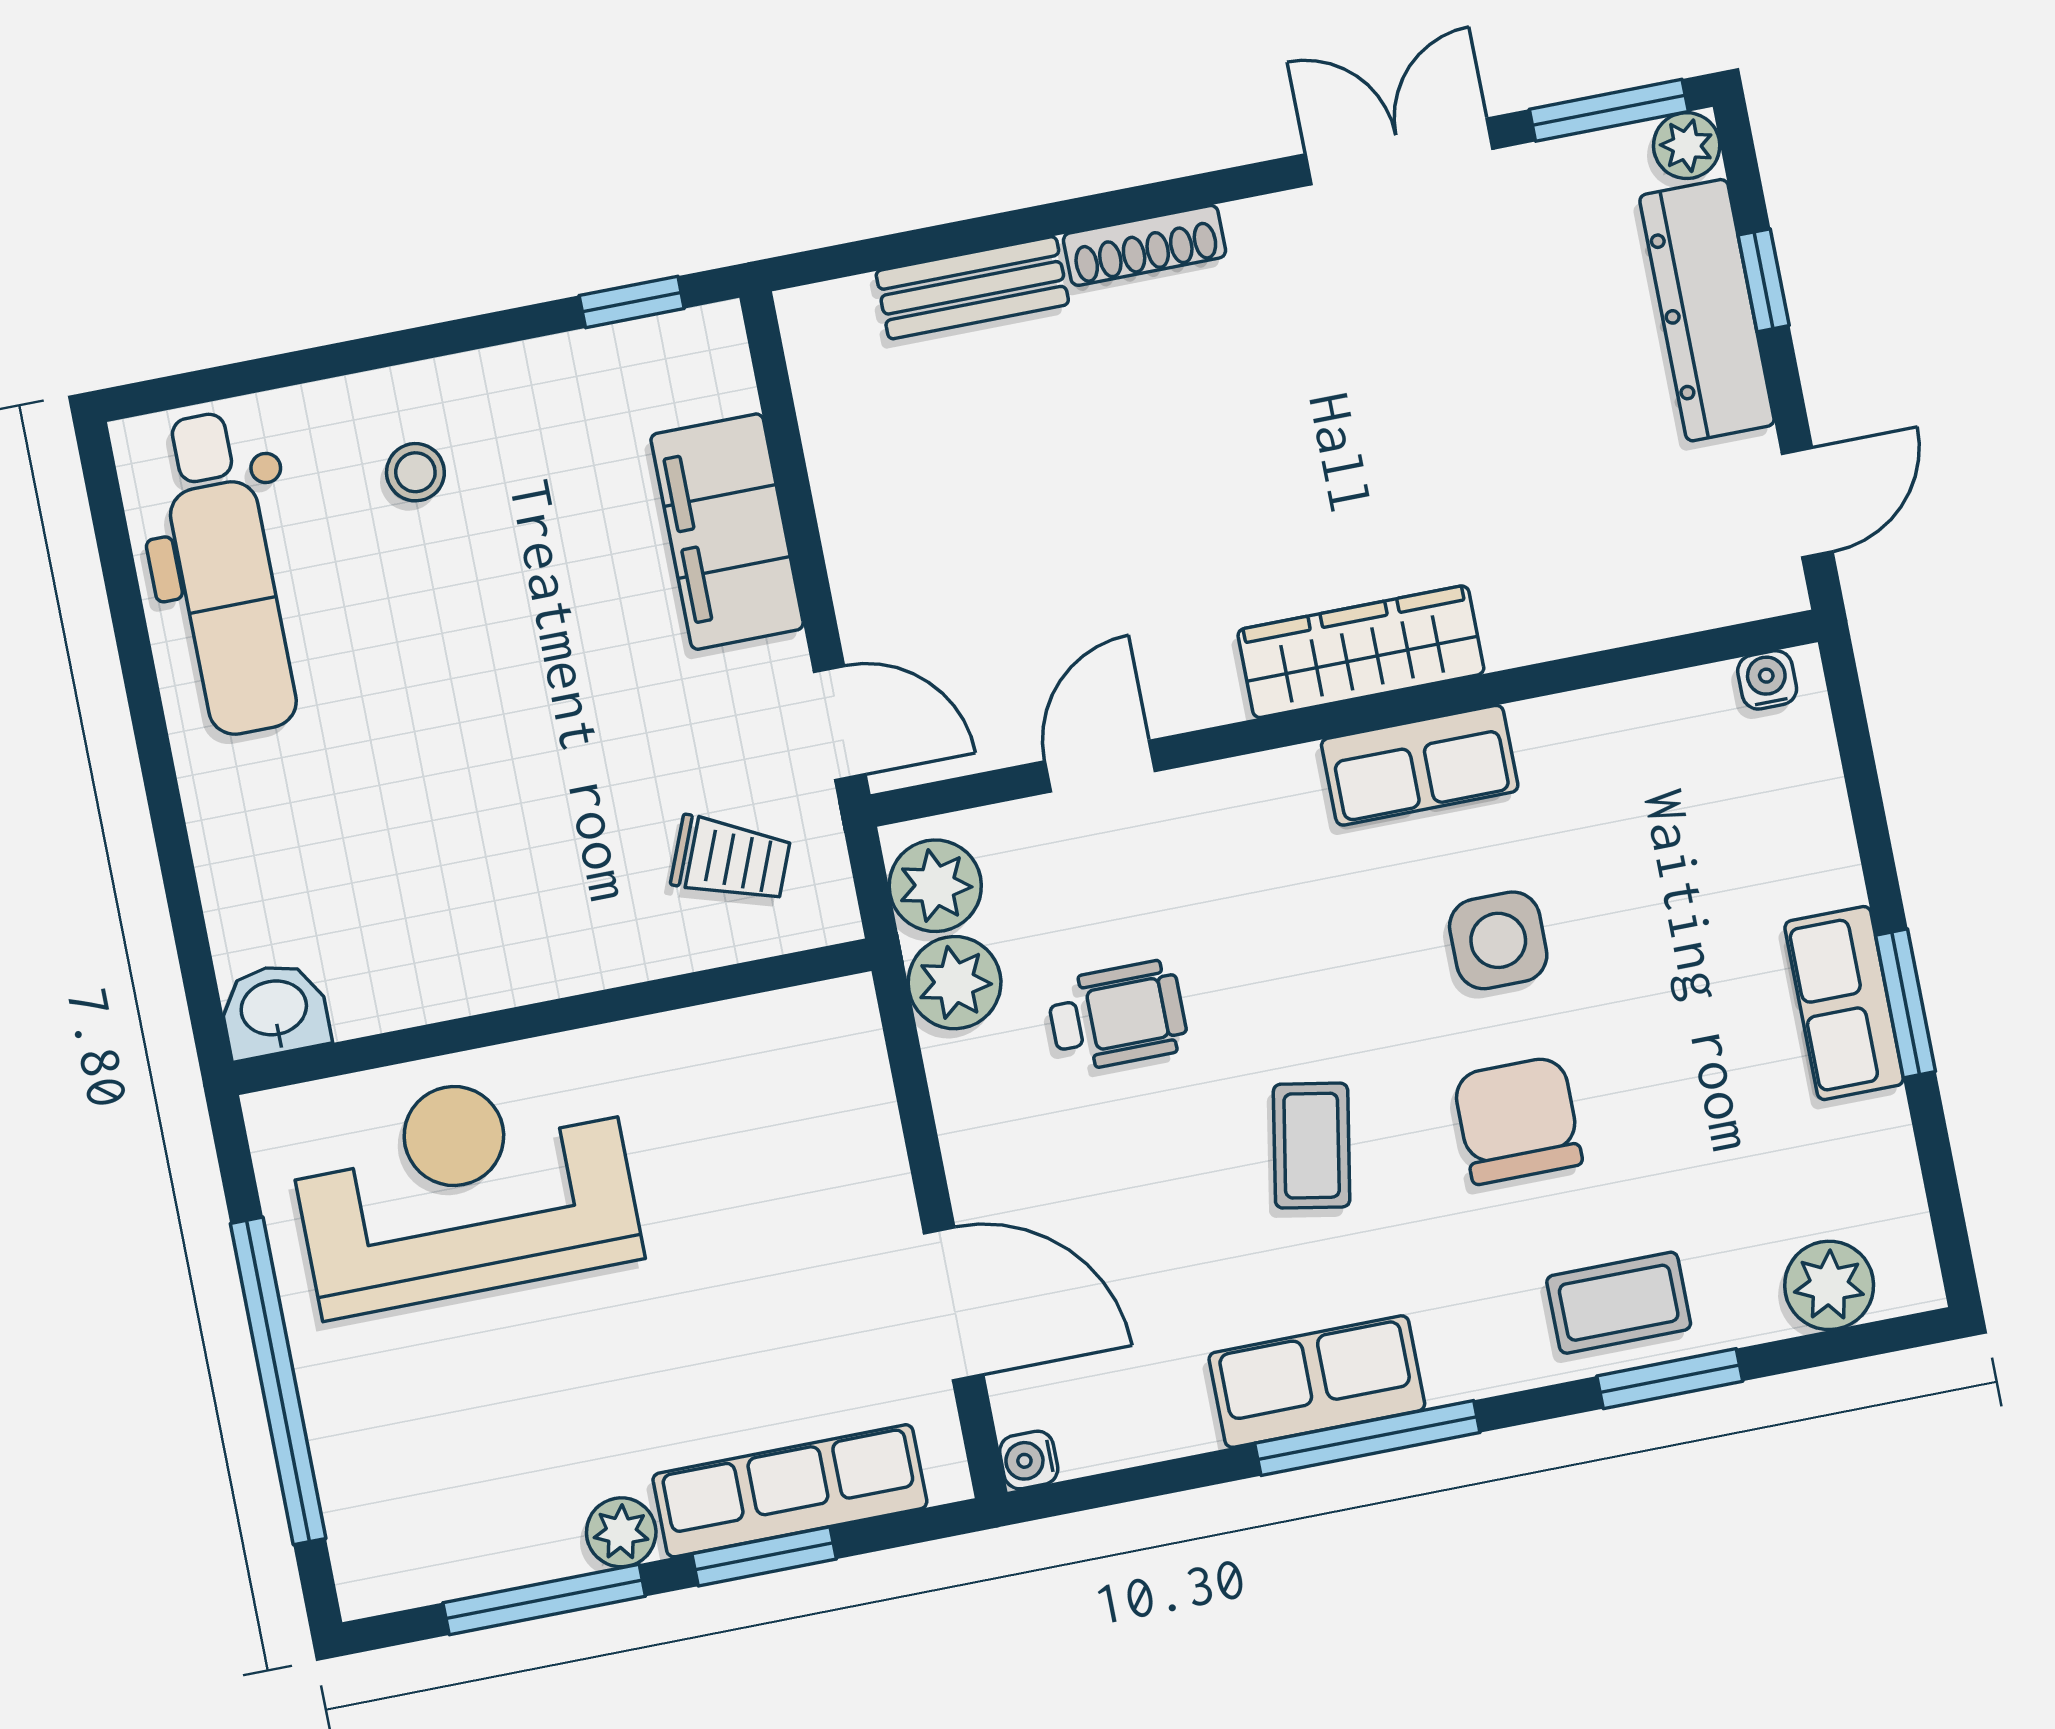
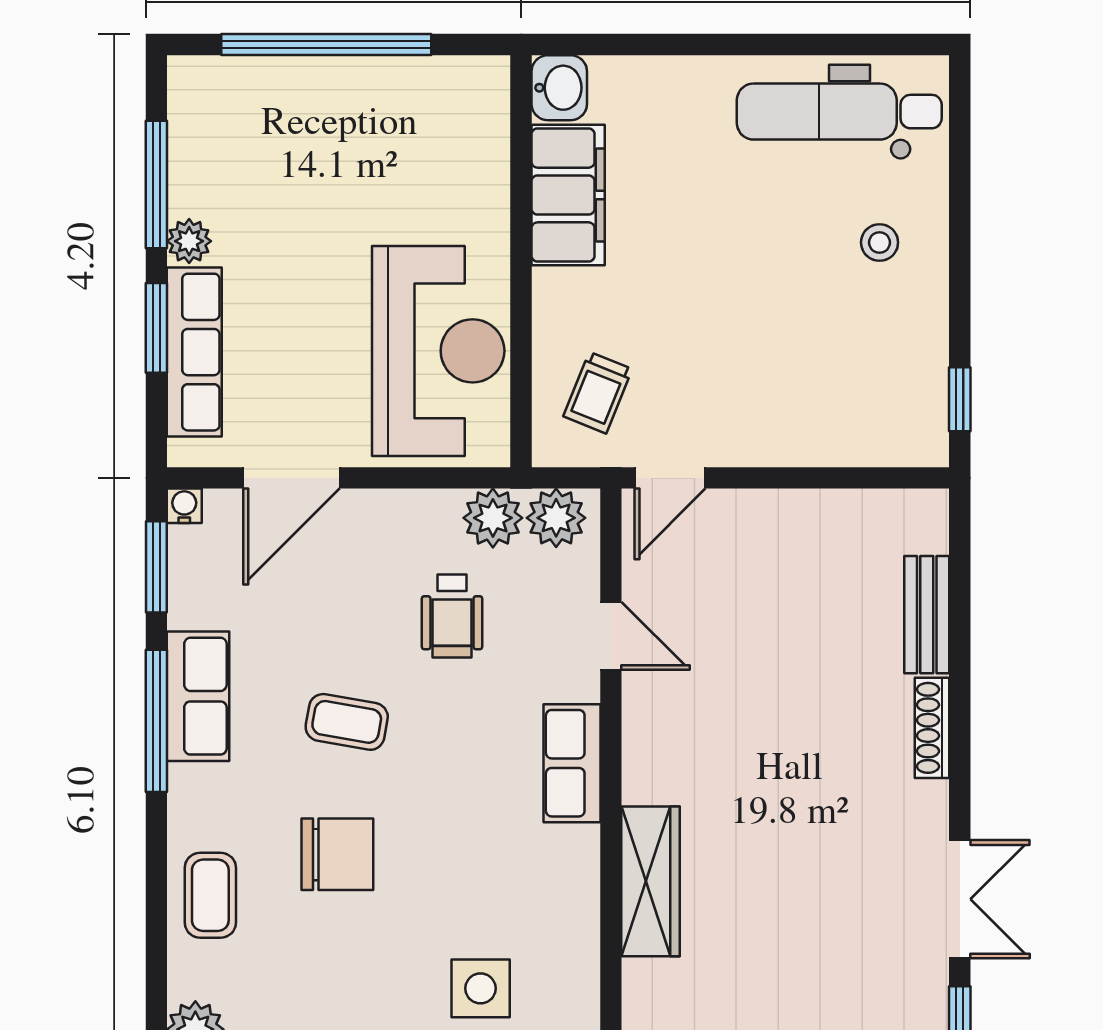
filing cabinet: (727, 532) -> (568, 195), moved, turned 90
wardrobe: (1361, 652) -> (651, 881), moved
row of seats: (1420, 765) -> (572, 763), moved
side table: (1498, 940) -> (481, 988), moved
reception desk: (464, 1189) -> (438, 351), moved
window: (1670, 1379) -> (156, 567), moved

